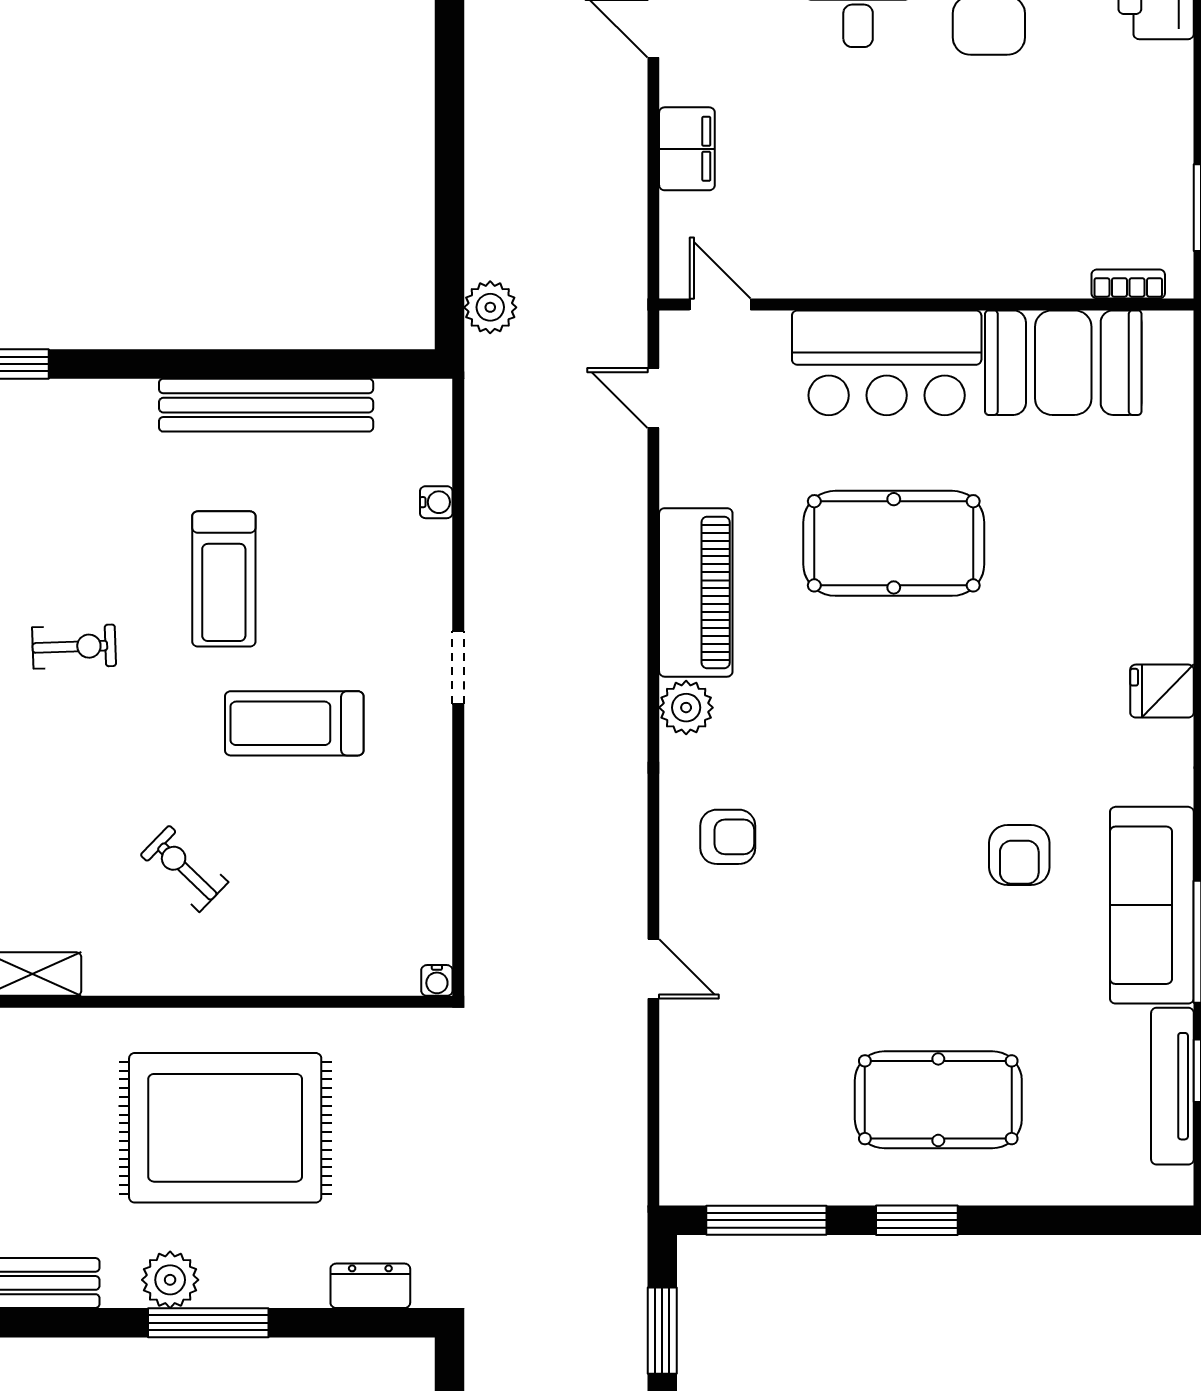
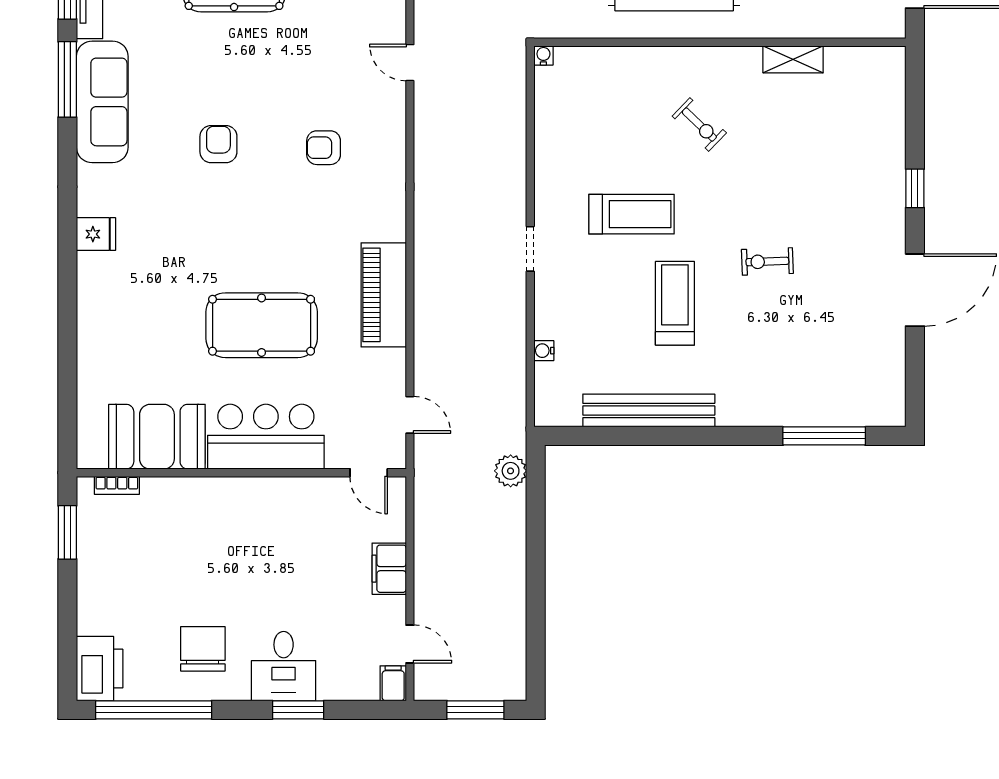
plant: (686, 708) -> (390, 224), removed
armchair: (728, 837) -> (324, 148), moved
armchair: (1019, 855) -> (218, 144), moved

